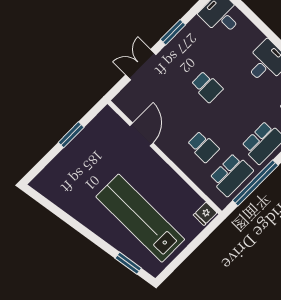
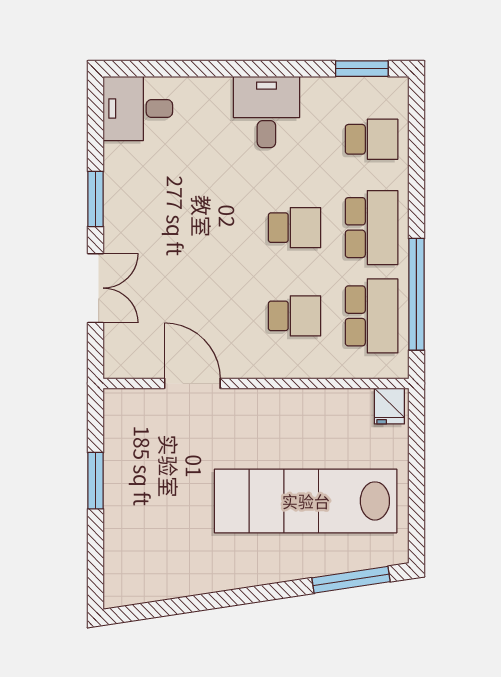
double door: (141, 65) -> (96, 288), swing flipped
school desk: (207, 87) -> (295, 228), moved
window: (128, 263) -> (351, 580), width x1.44

